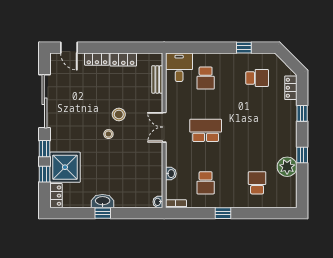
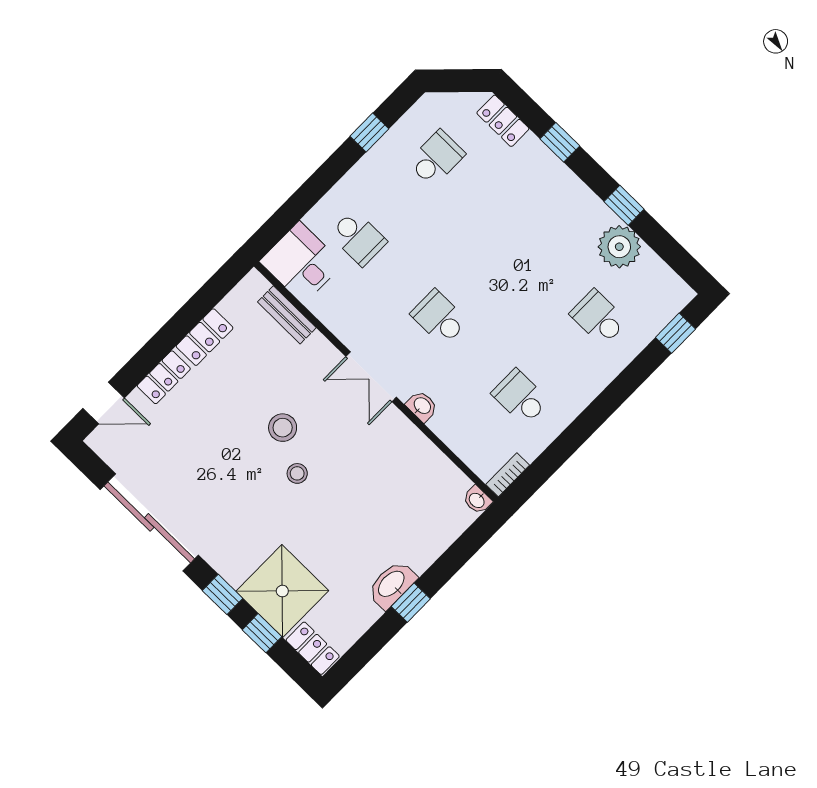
school desk: (206, 130) -> (439, 318), width x0.54
washbasin: (171, 174) -> (422, 406), moved
school desk: (206, 183) -> (520, 397), turned 180
window: (223, 213) -> (675, 333), moved

